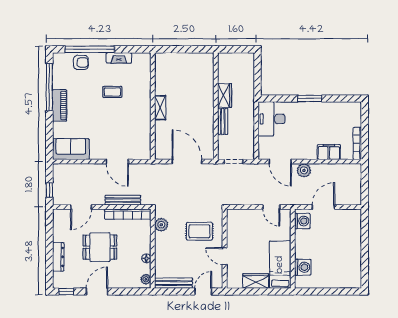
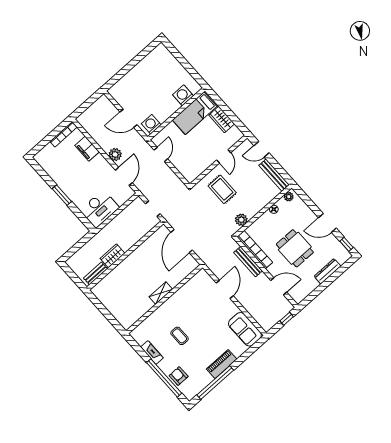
bench: (223, 121) -> (96, 273), moved

